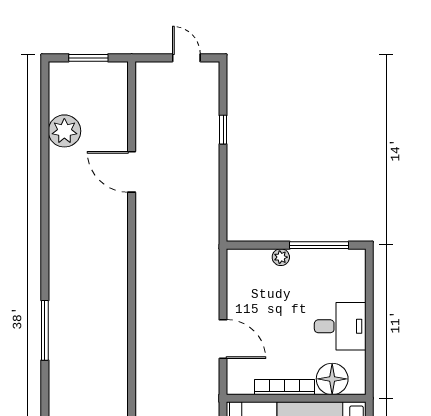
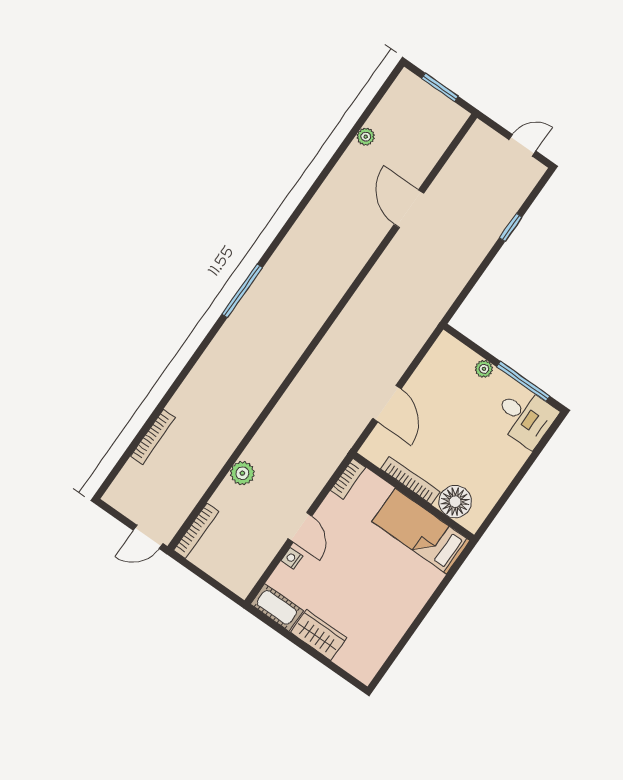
door: (186, 58) -> (522, 145), hinge flipped
plant: (64, 131) -> (366, 137), width x0.53, depth x0.53
desk: (340, 326) -> (525, 417), moved

